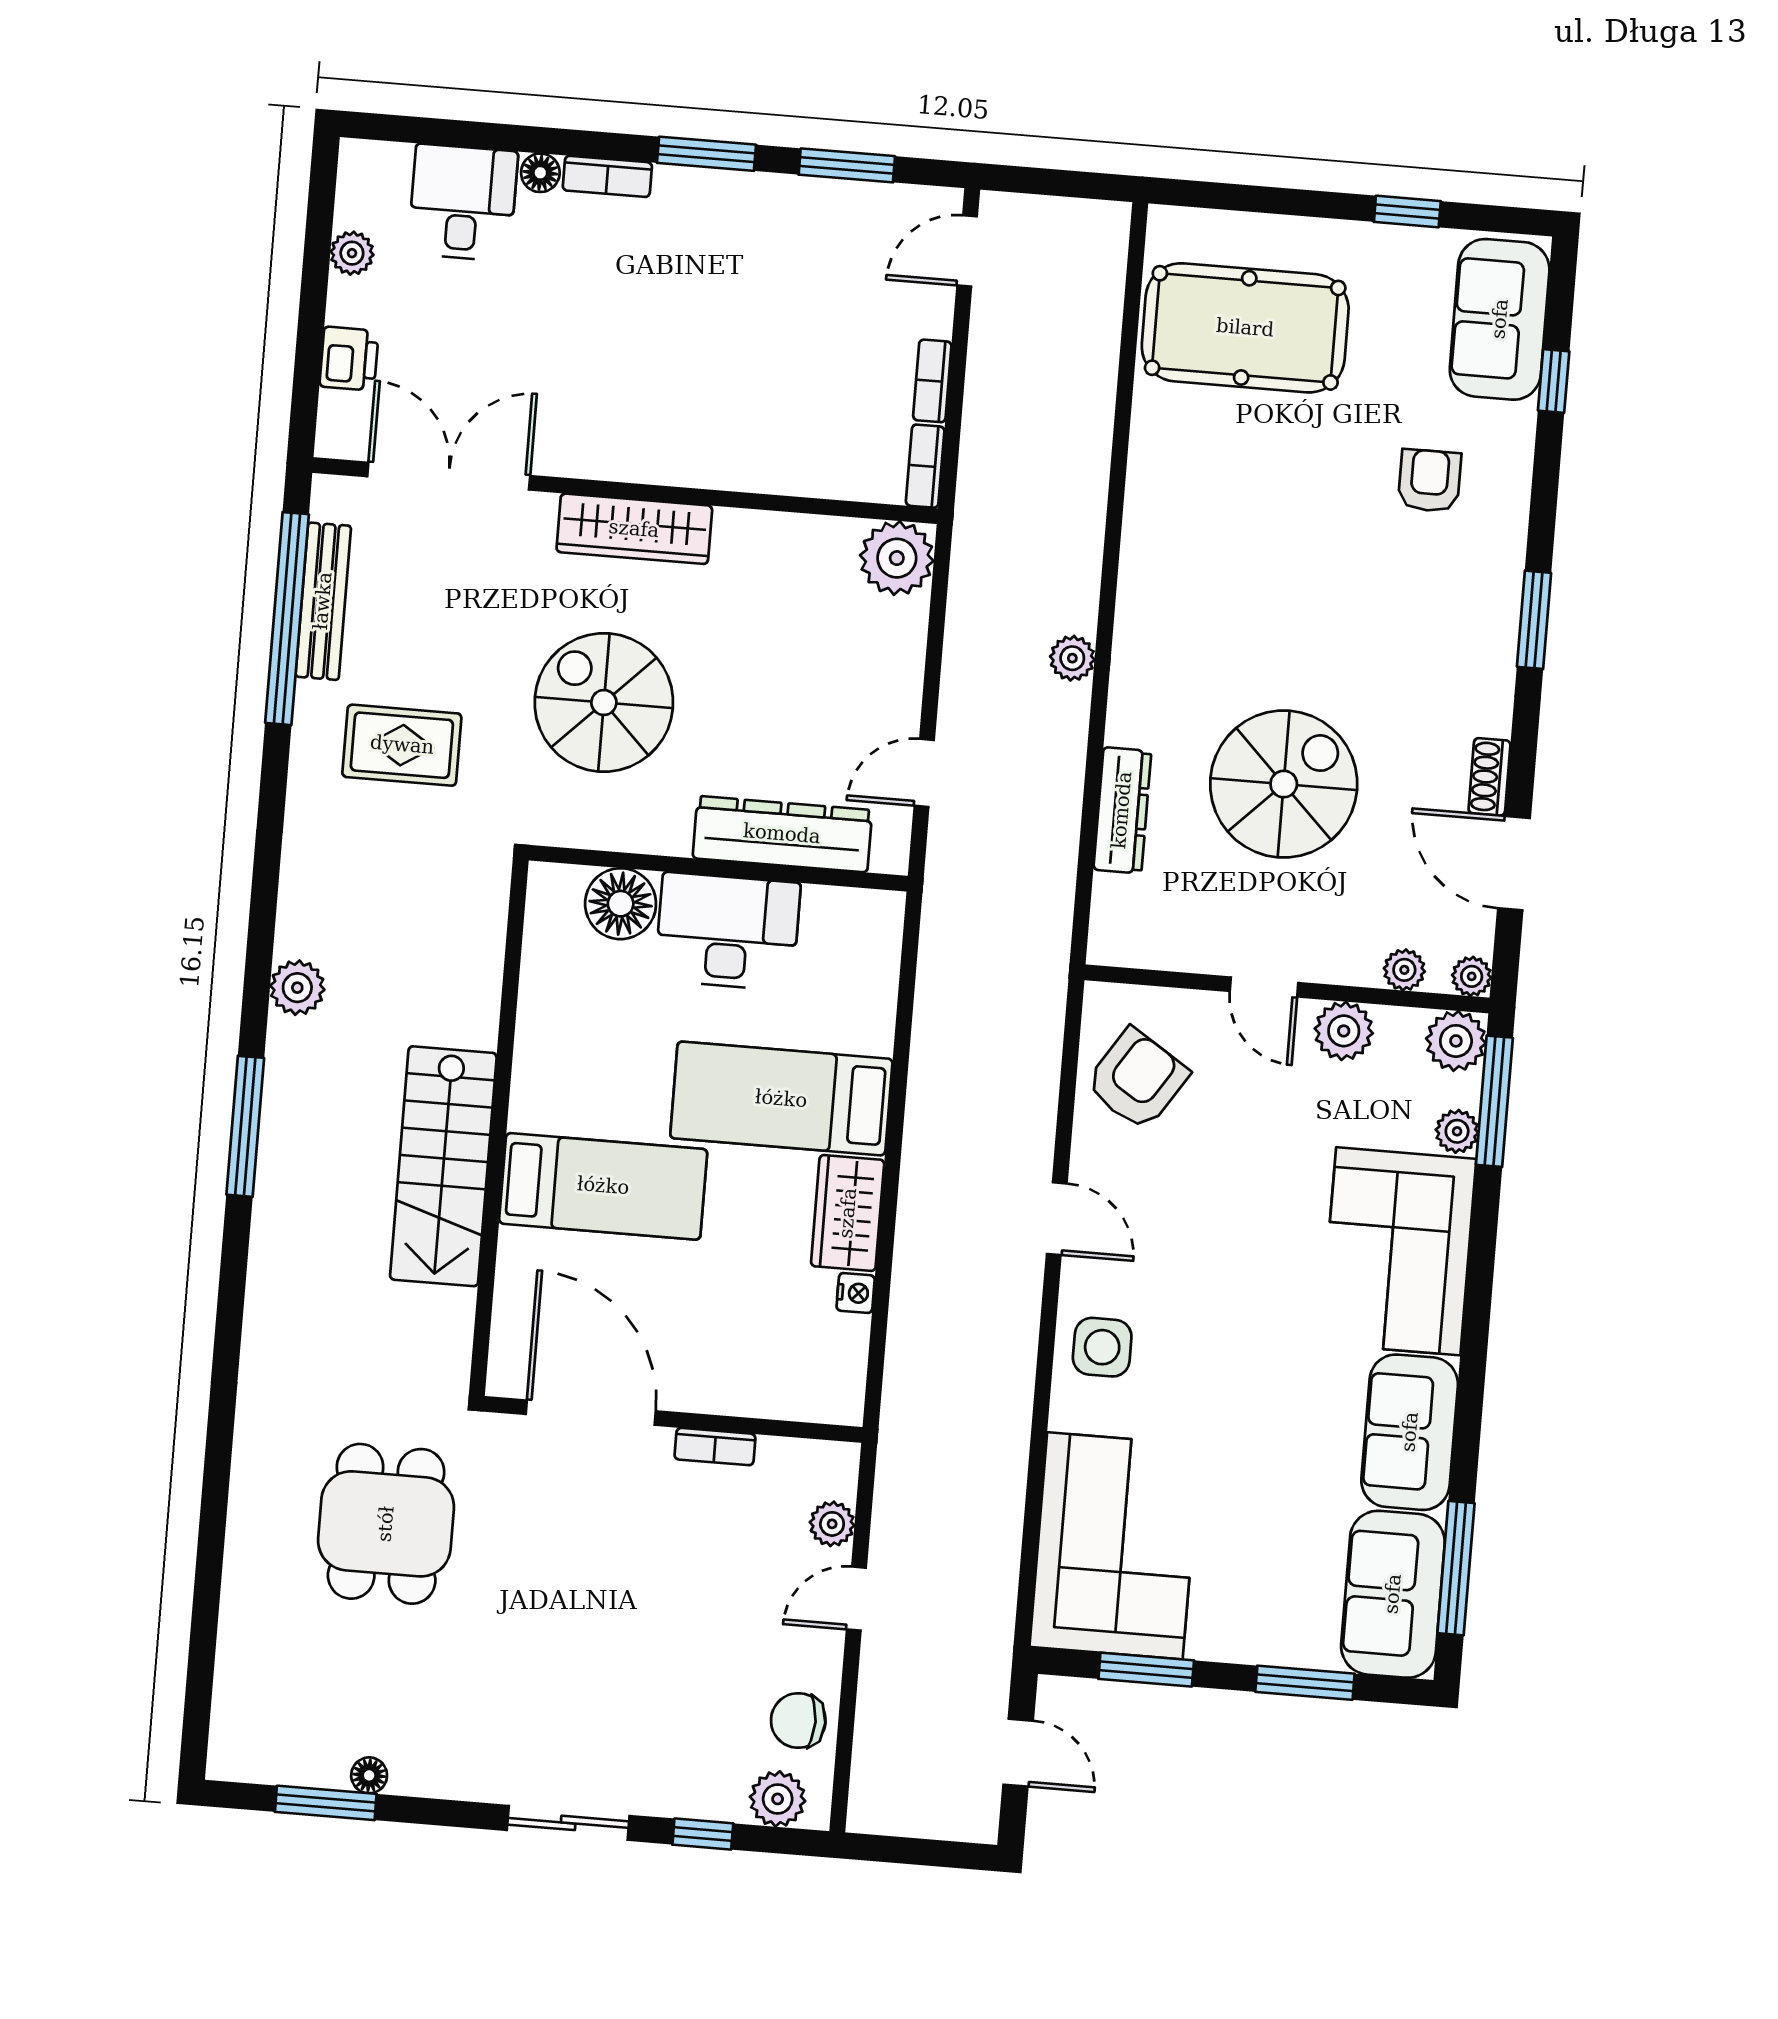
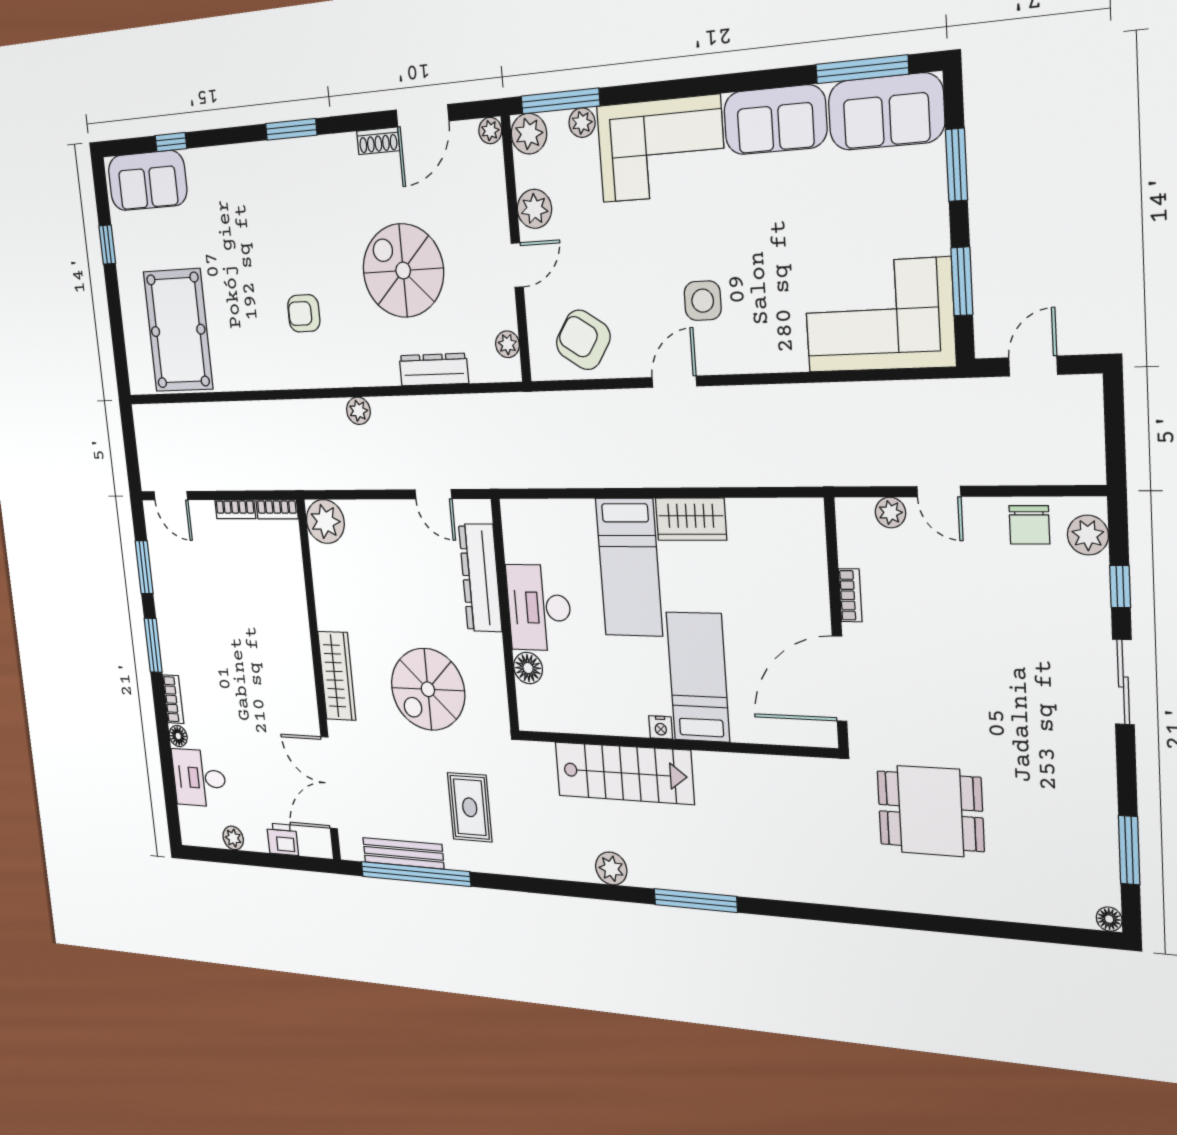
armchair: (1430, 481) -> (304, 313), moved
floor lamp: (621, 904) -> (528, 668), width x0.73, depth x0.73
plant: (1404, 970) -> (507, 344), moved
stairs: (443, 1166) -> (624, 773), moved
nightstand: (856, 1293) -> (661, 727), moved, turned 180
side table: (1102, 1347) -> (703, 301), moved
floor lamp: (369, 1775) -> (1109, 919), moved

